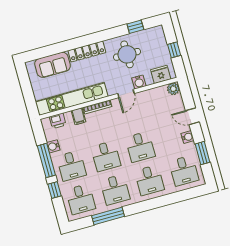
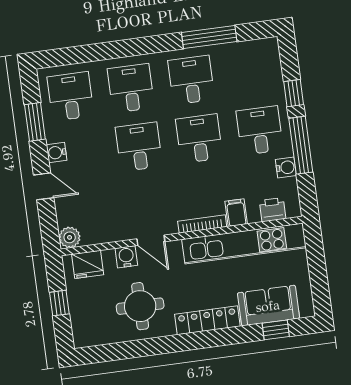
window: (135, 27) -> (276, 330), moved
door: (126, 93) -> (151, 240), swing flipped
desk: (81, 199) -> (252, 72), removed

